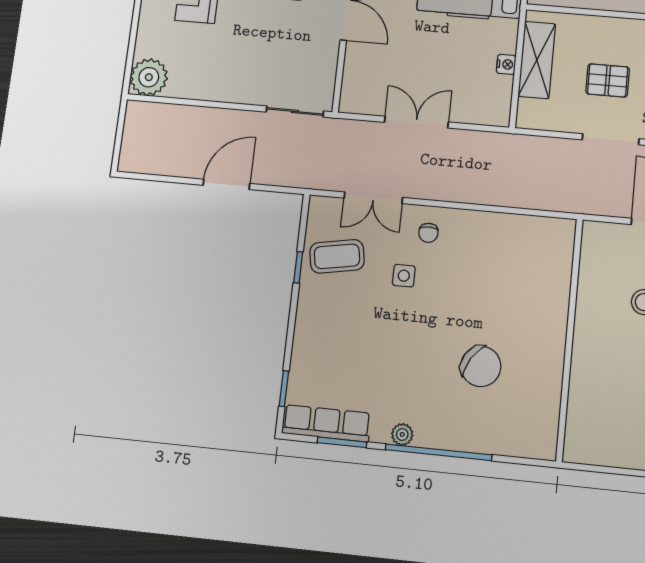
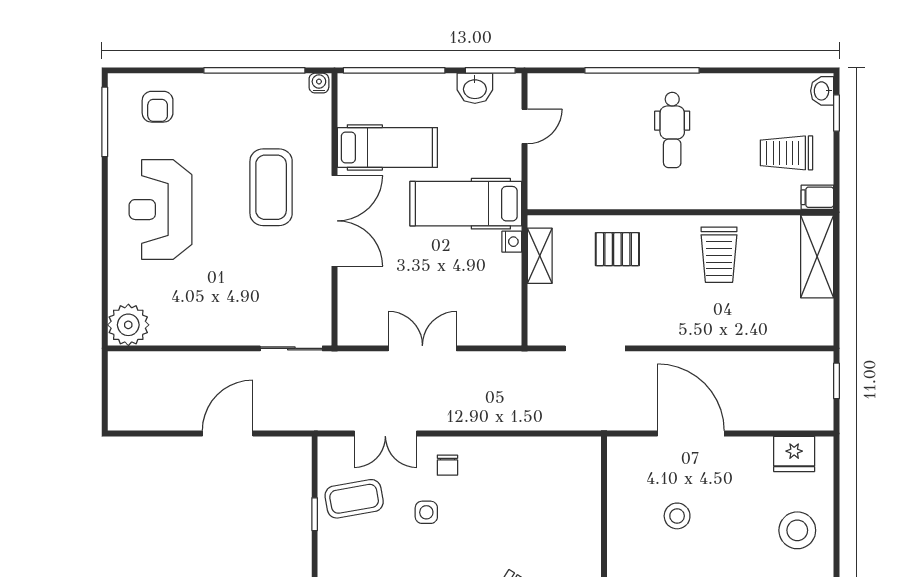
shelving: (537, 60) -> (540, 256), width x0.67, depth x0.75
nightstand: (506, 64) -> (512, 242), moved
pallet: (608, 80) -> (617, 249), moved
doorway: (611, 139) -> (595, 348), moved

